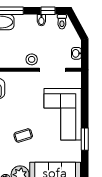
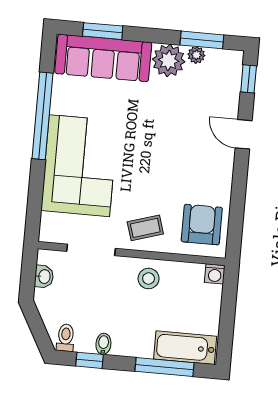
stool: (32, 59) -> (149, 279), moved
coffee table: (23, 135) -> (145, 228), moved
window: (85, 139) -> (42, 116), width x2.11

